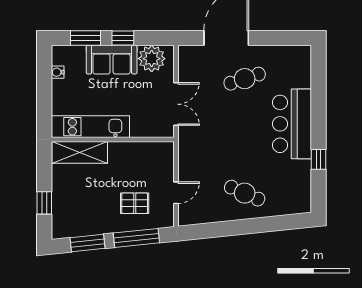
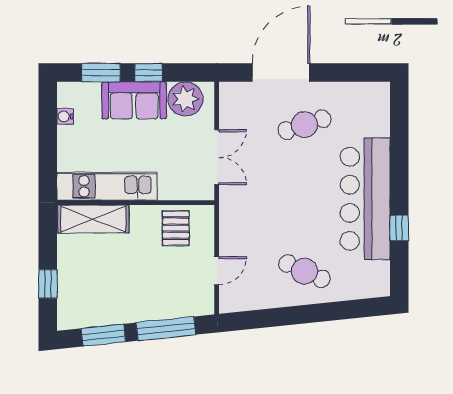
bar counter: (292, 124) -> (365, 199), width x1.36
pallet: (135, 203) -> (176, 228), moved, turned 90

